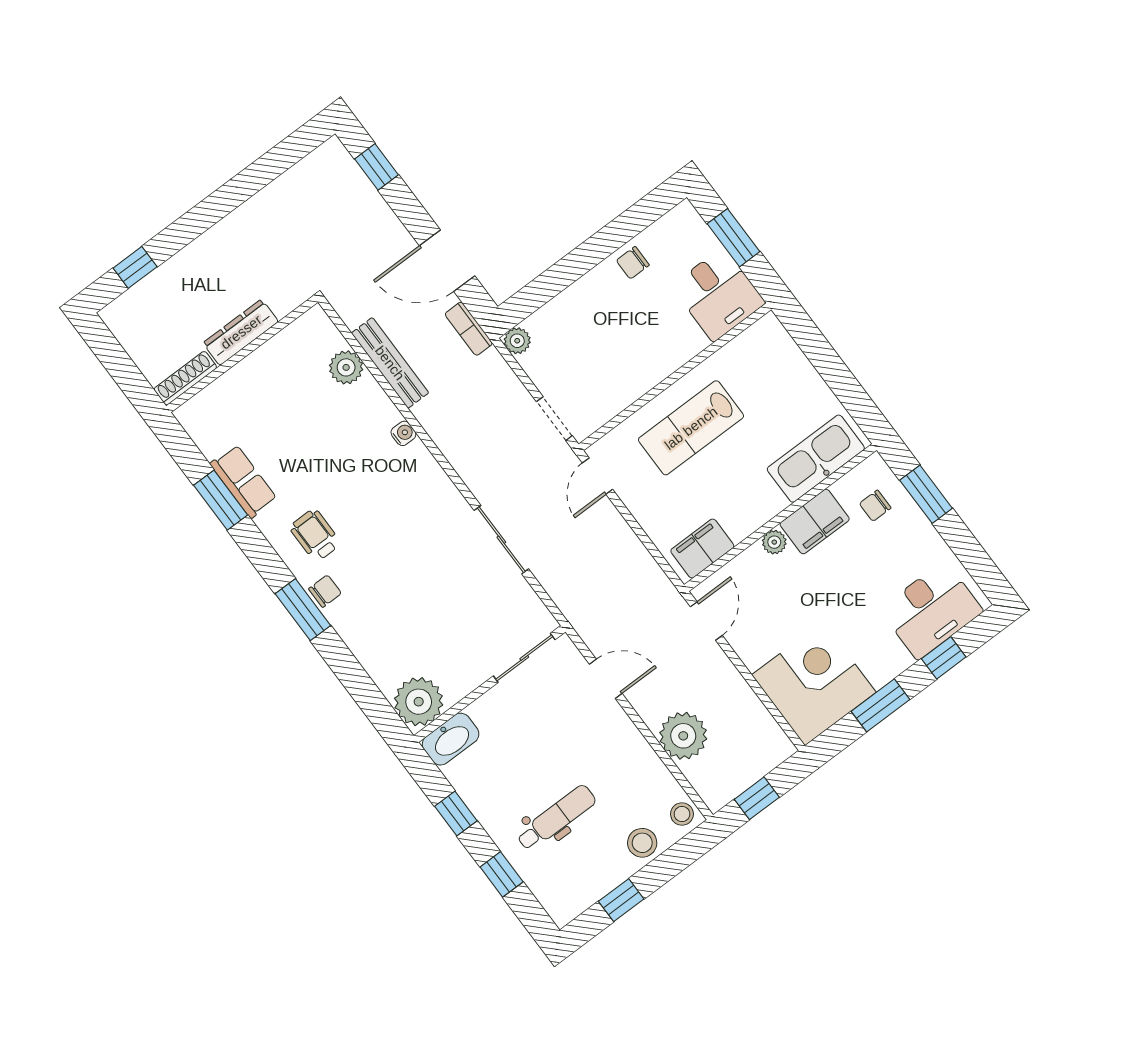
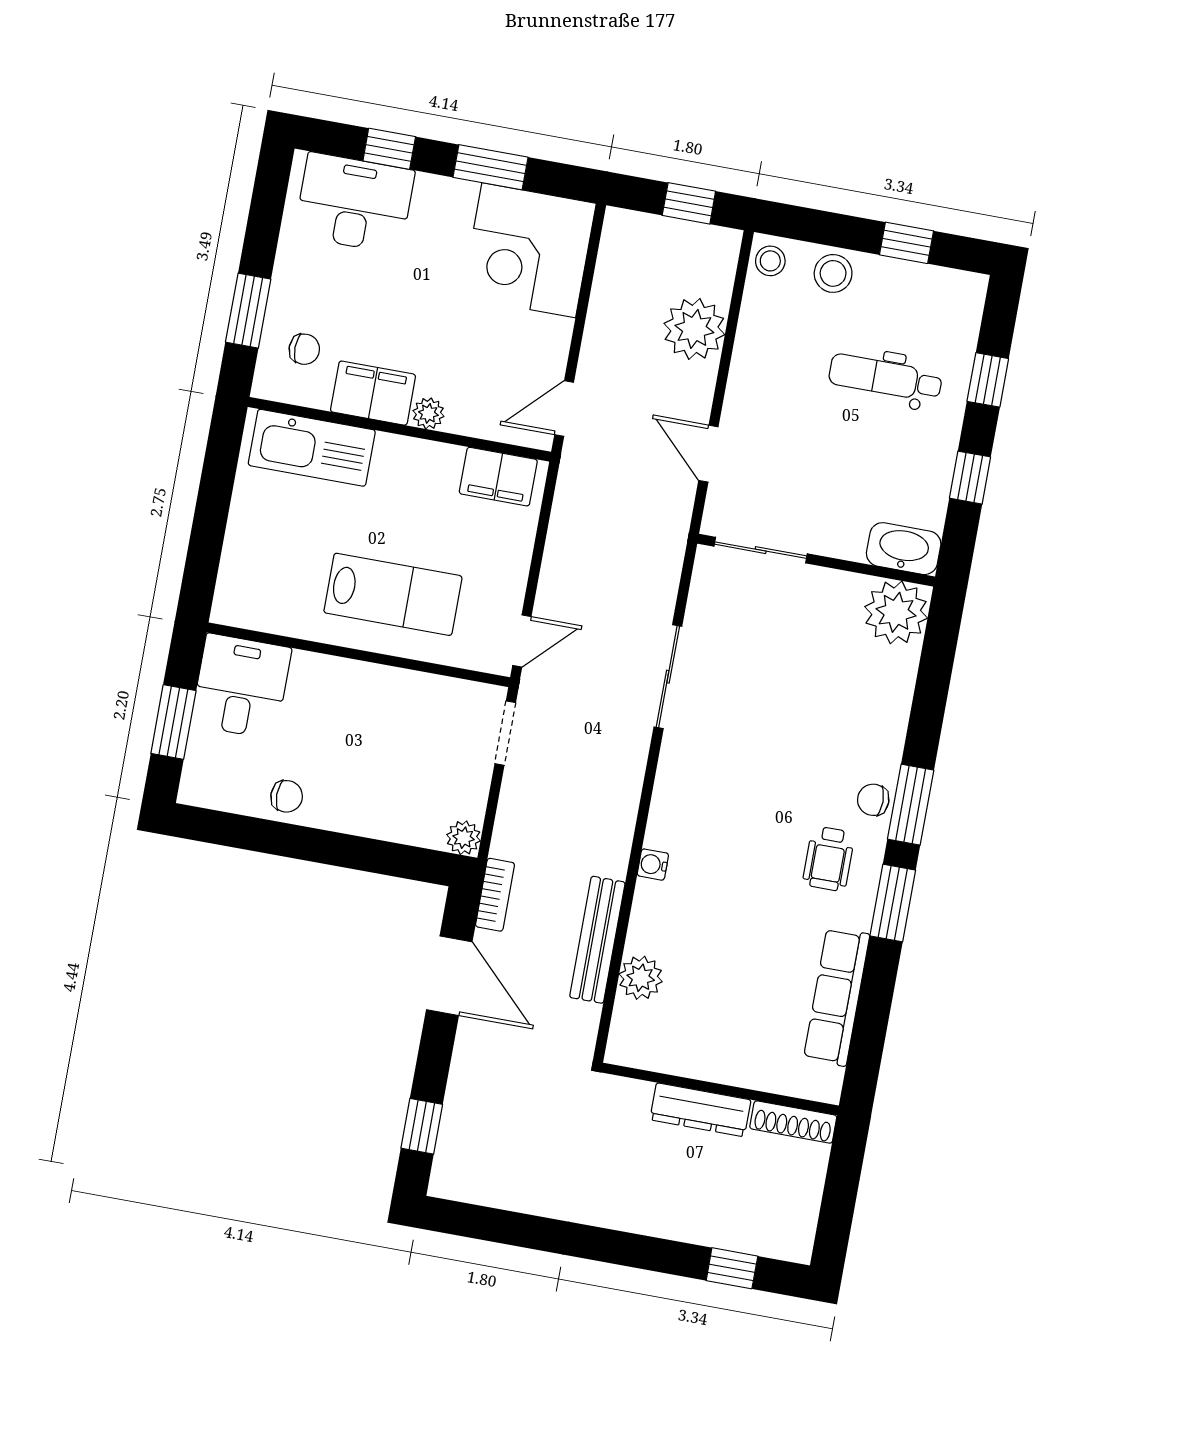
row of seats: (243, 481) -> (837, 997), width x1.48
window: (221, 500) -> (893, 903), moved

